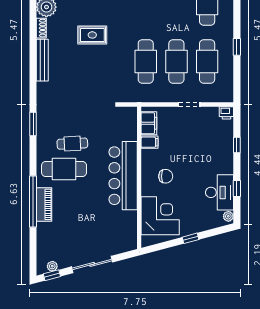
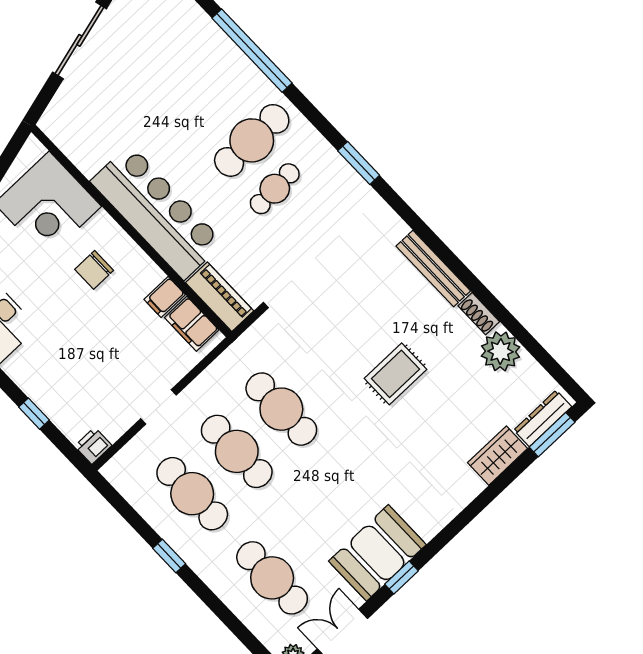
piano: (44, 204) -> (220, 297), moved, turned 180

